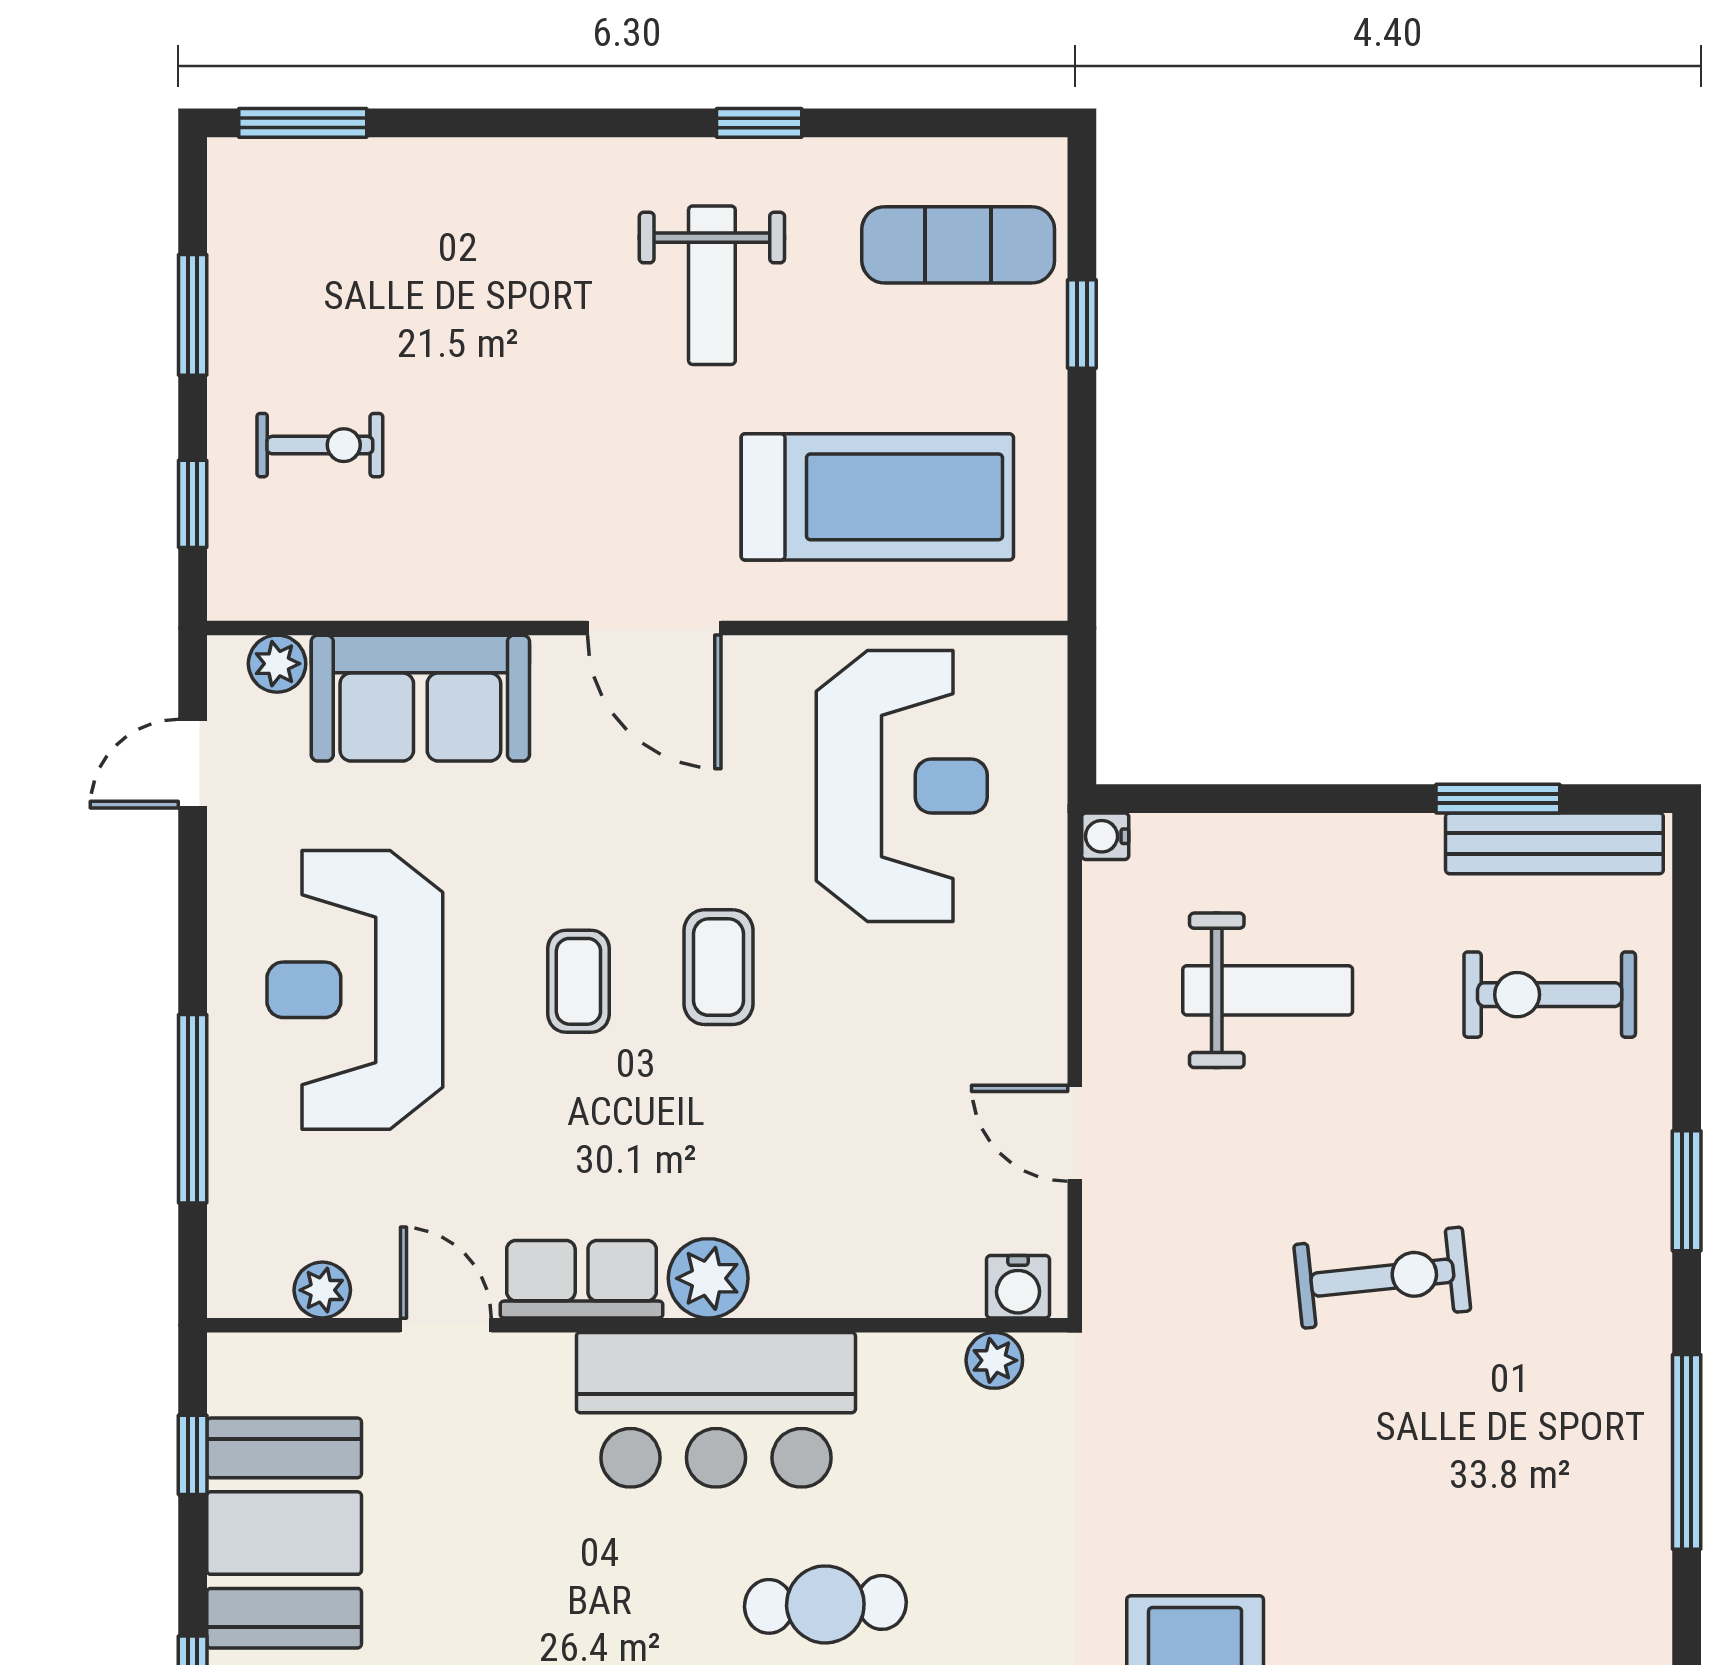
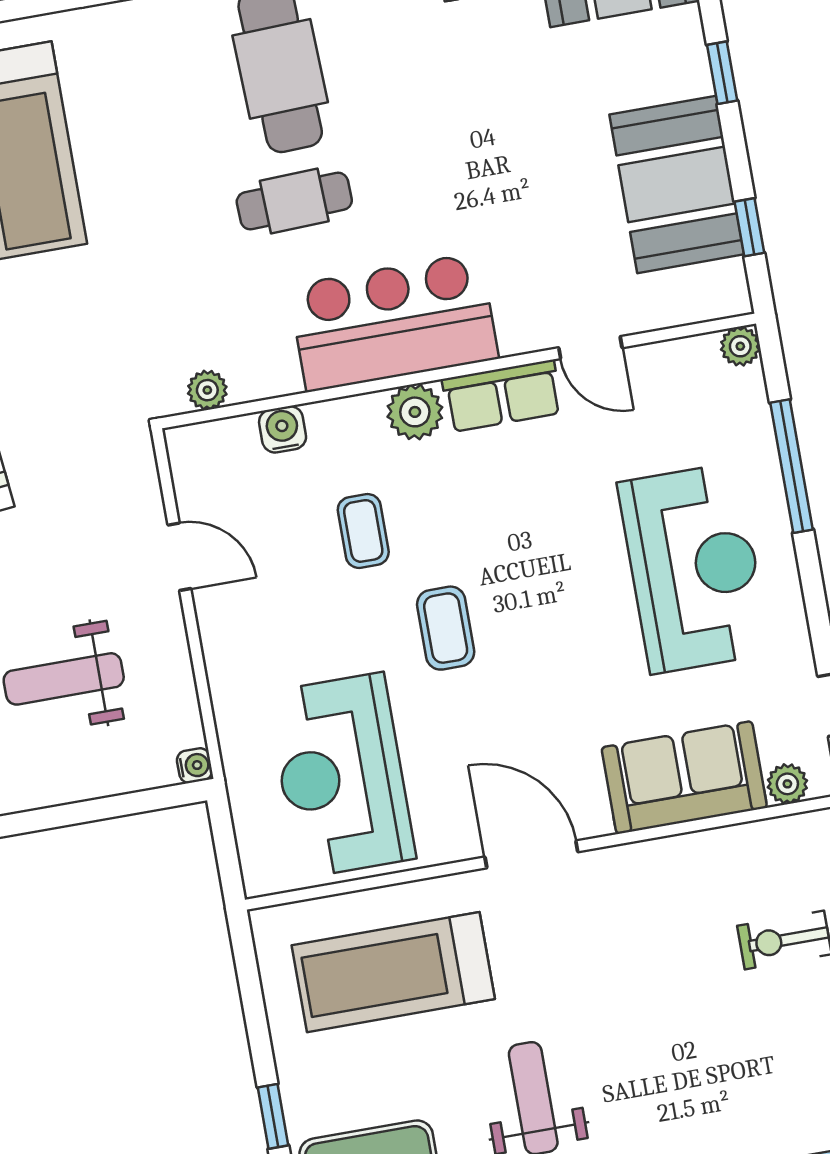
coffee table: (578, 981) -> (363, 531), moved
water cooler: (1018, 1287) -> (283, 429), moved
plant: (322, 1290) -> (740, 346), moved

